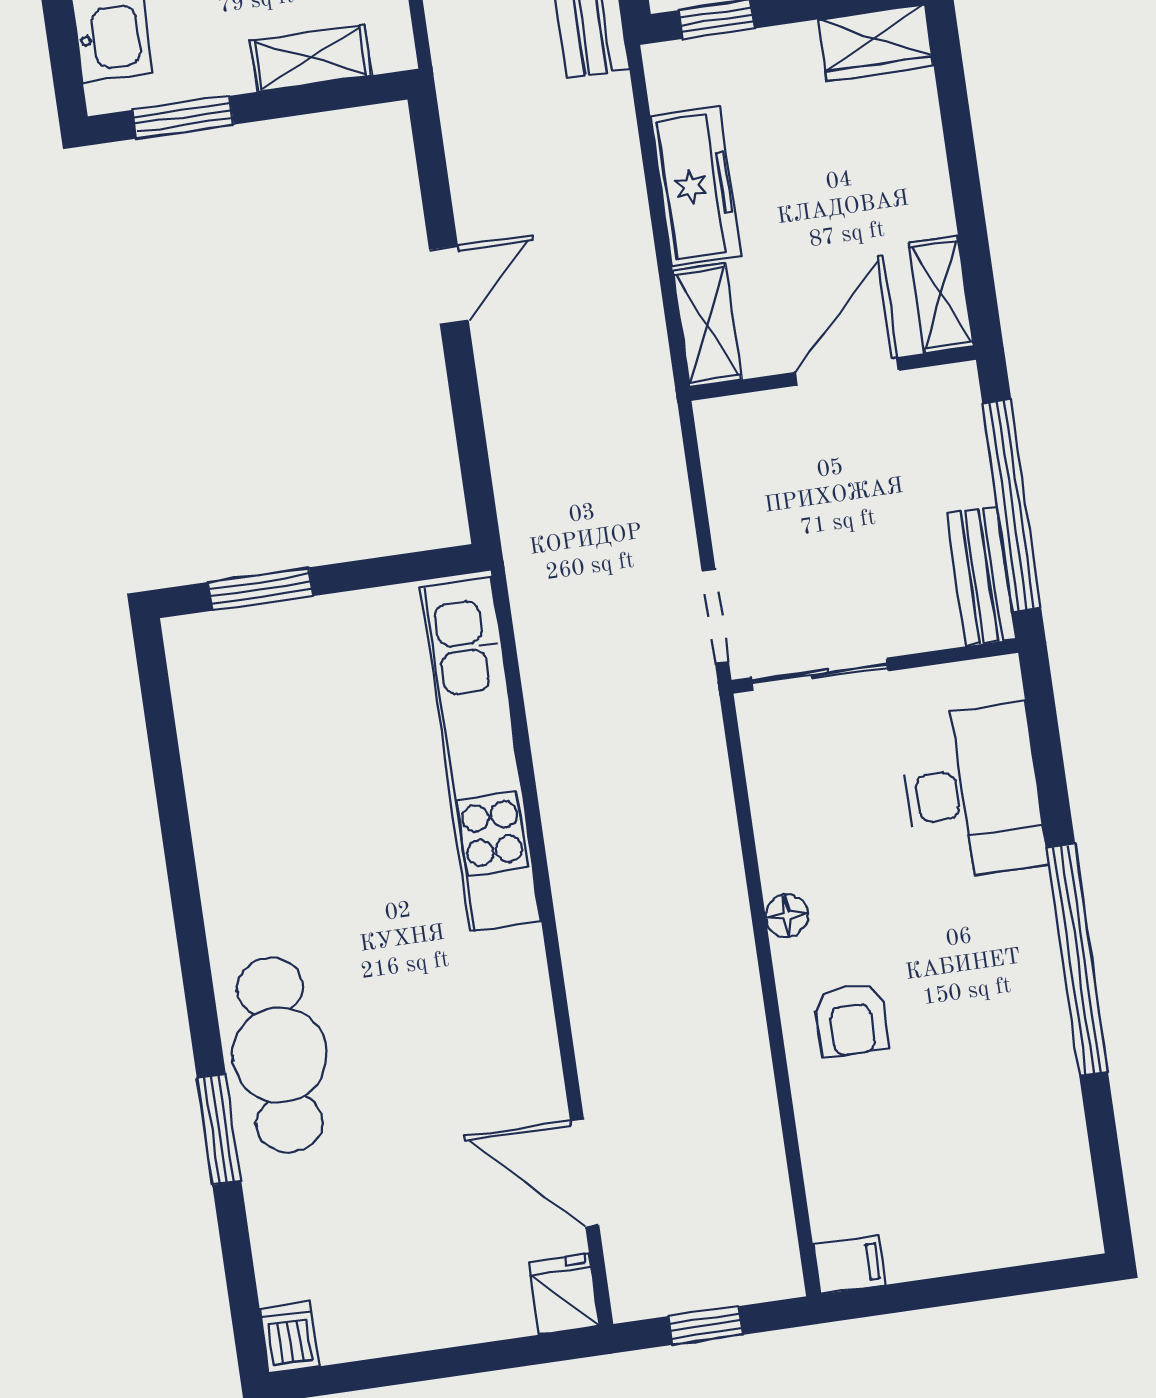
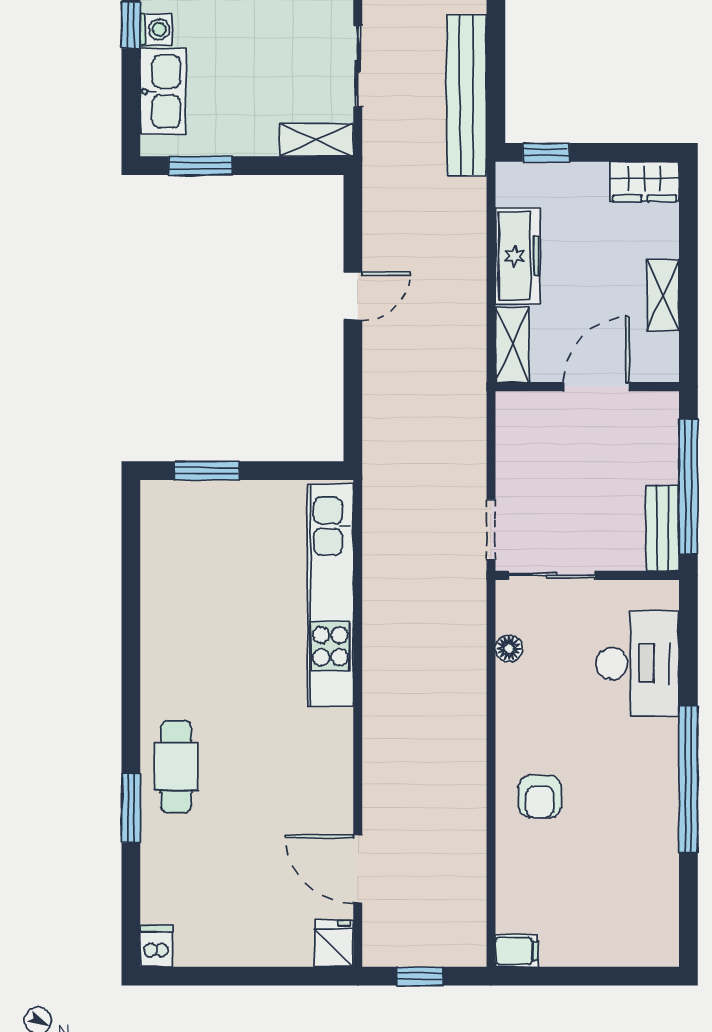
shelving: (311, 58) -> (317, 140), moved
shelving: (941, 295) -> (663, 295), moved
floor lamp: (787, 916) -> (509, 648), moved
cafe table: (280, 1055) -> (176, 767), width x0.73, depth x0.74

